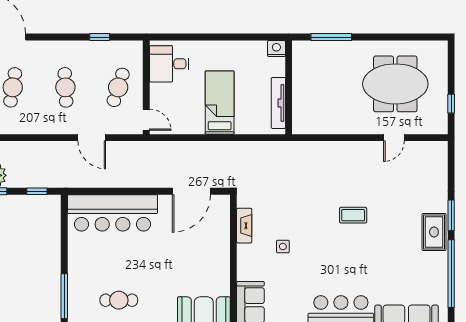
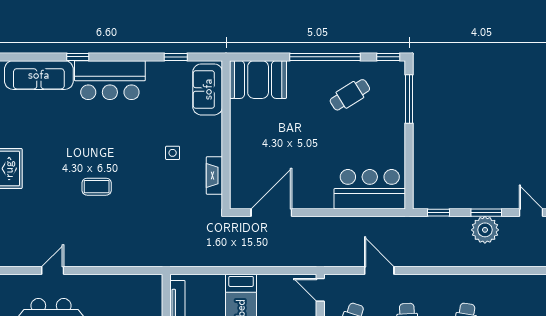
bar counter: (112, 213) -> (370, 189), width x0.73
cafe table: (119, 300) -> (350, 95), turned -32

